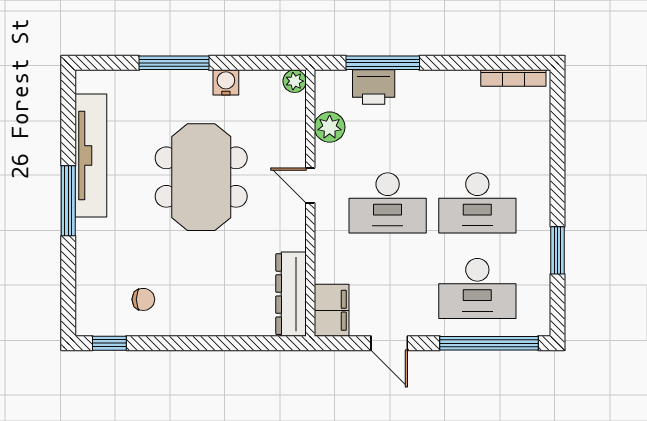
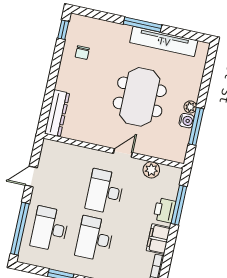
window: (174, 63) -> (196, 126), moved
plant: (295, 81) -> (190, 107), moved
printer: (374, 87) -> (164, 210), moved
meeting table: (201, 177) -> (140, 97), turned 90
dresser: (291, 294) -> (57, 113), moved, turned 90
filing cabinet: (332, 310) -> (158, 239), moved, turned 90

